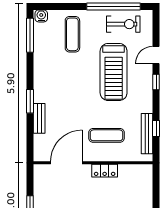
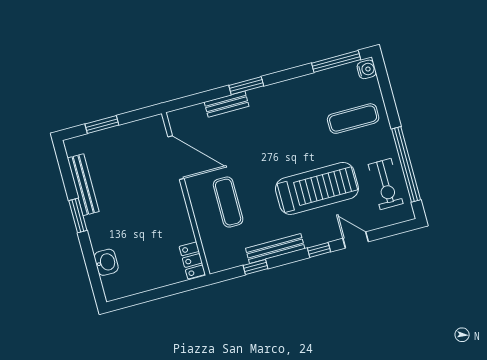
treadmill: (114, 72) -> (317, 188), turned 180
bench: (147, 134) -> (275, 248), moved
locker: (105, 171) -> (192, 260), moved

